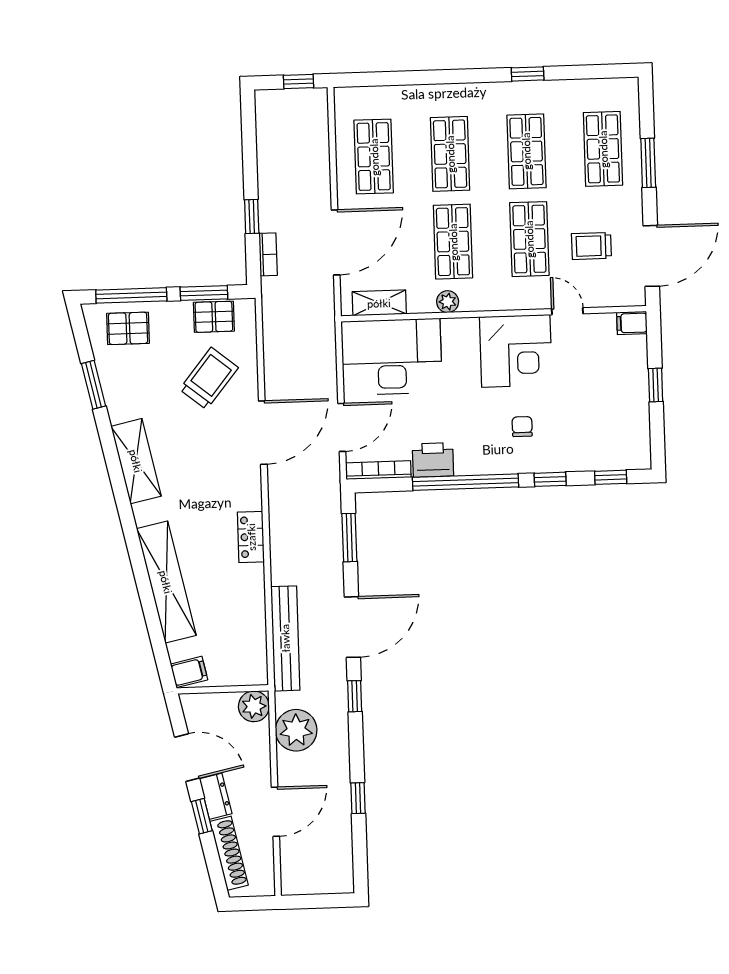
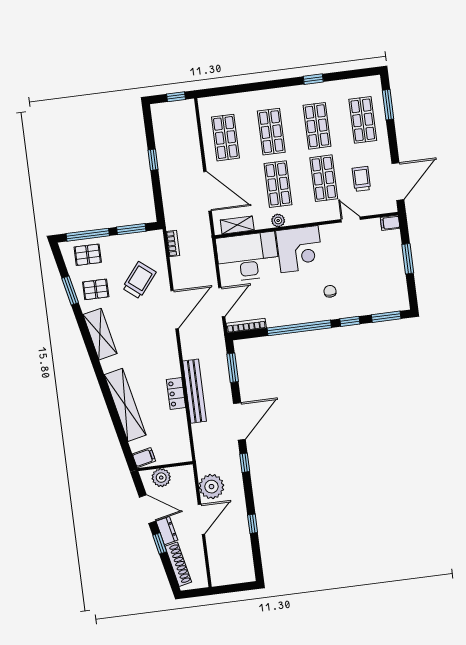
window: (648, 163) -> (388, 105), moved
window: (252, 217) -> (153, 160), moved
door: (336, 242) -> (208, 191), hinge flipped
trolley: (591, 246) -> (361, 179), turned 90
bookcase: (268, 254) -> (173, 244), moved
pallet: (214, 317) -> (96, 289), moved
corner desk: (516, 351) -> (300, 249), moved
window: (656, 385) -> (408, 259), width x1.50
printer: (433, 460) -> (278, 316), removed
window: (611, 477) -> (386, 317), width x1.50
locker: (251, 537) -> (176, 393), moved
bench: (285, 638) -> (195, 391), moved
plant: (254, 706) -> (161, 478), moved
door: (275, 812) -> (201, 519), moved

